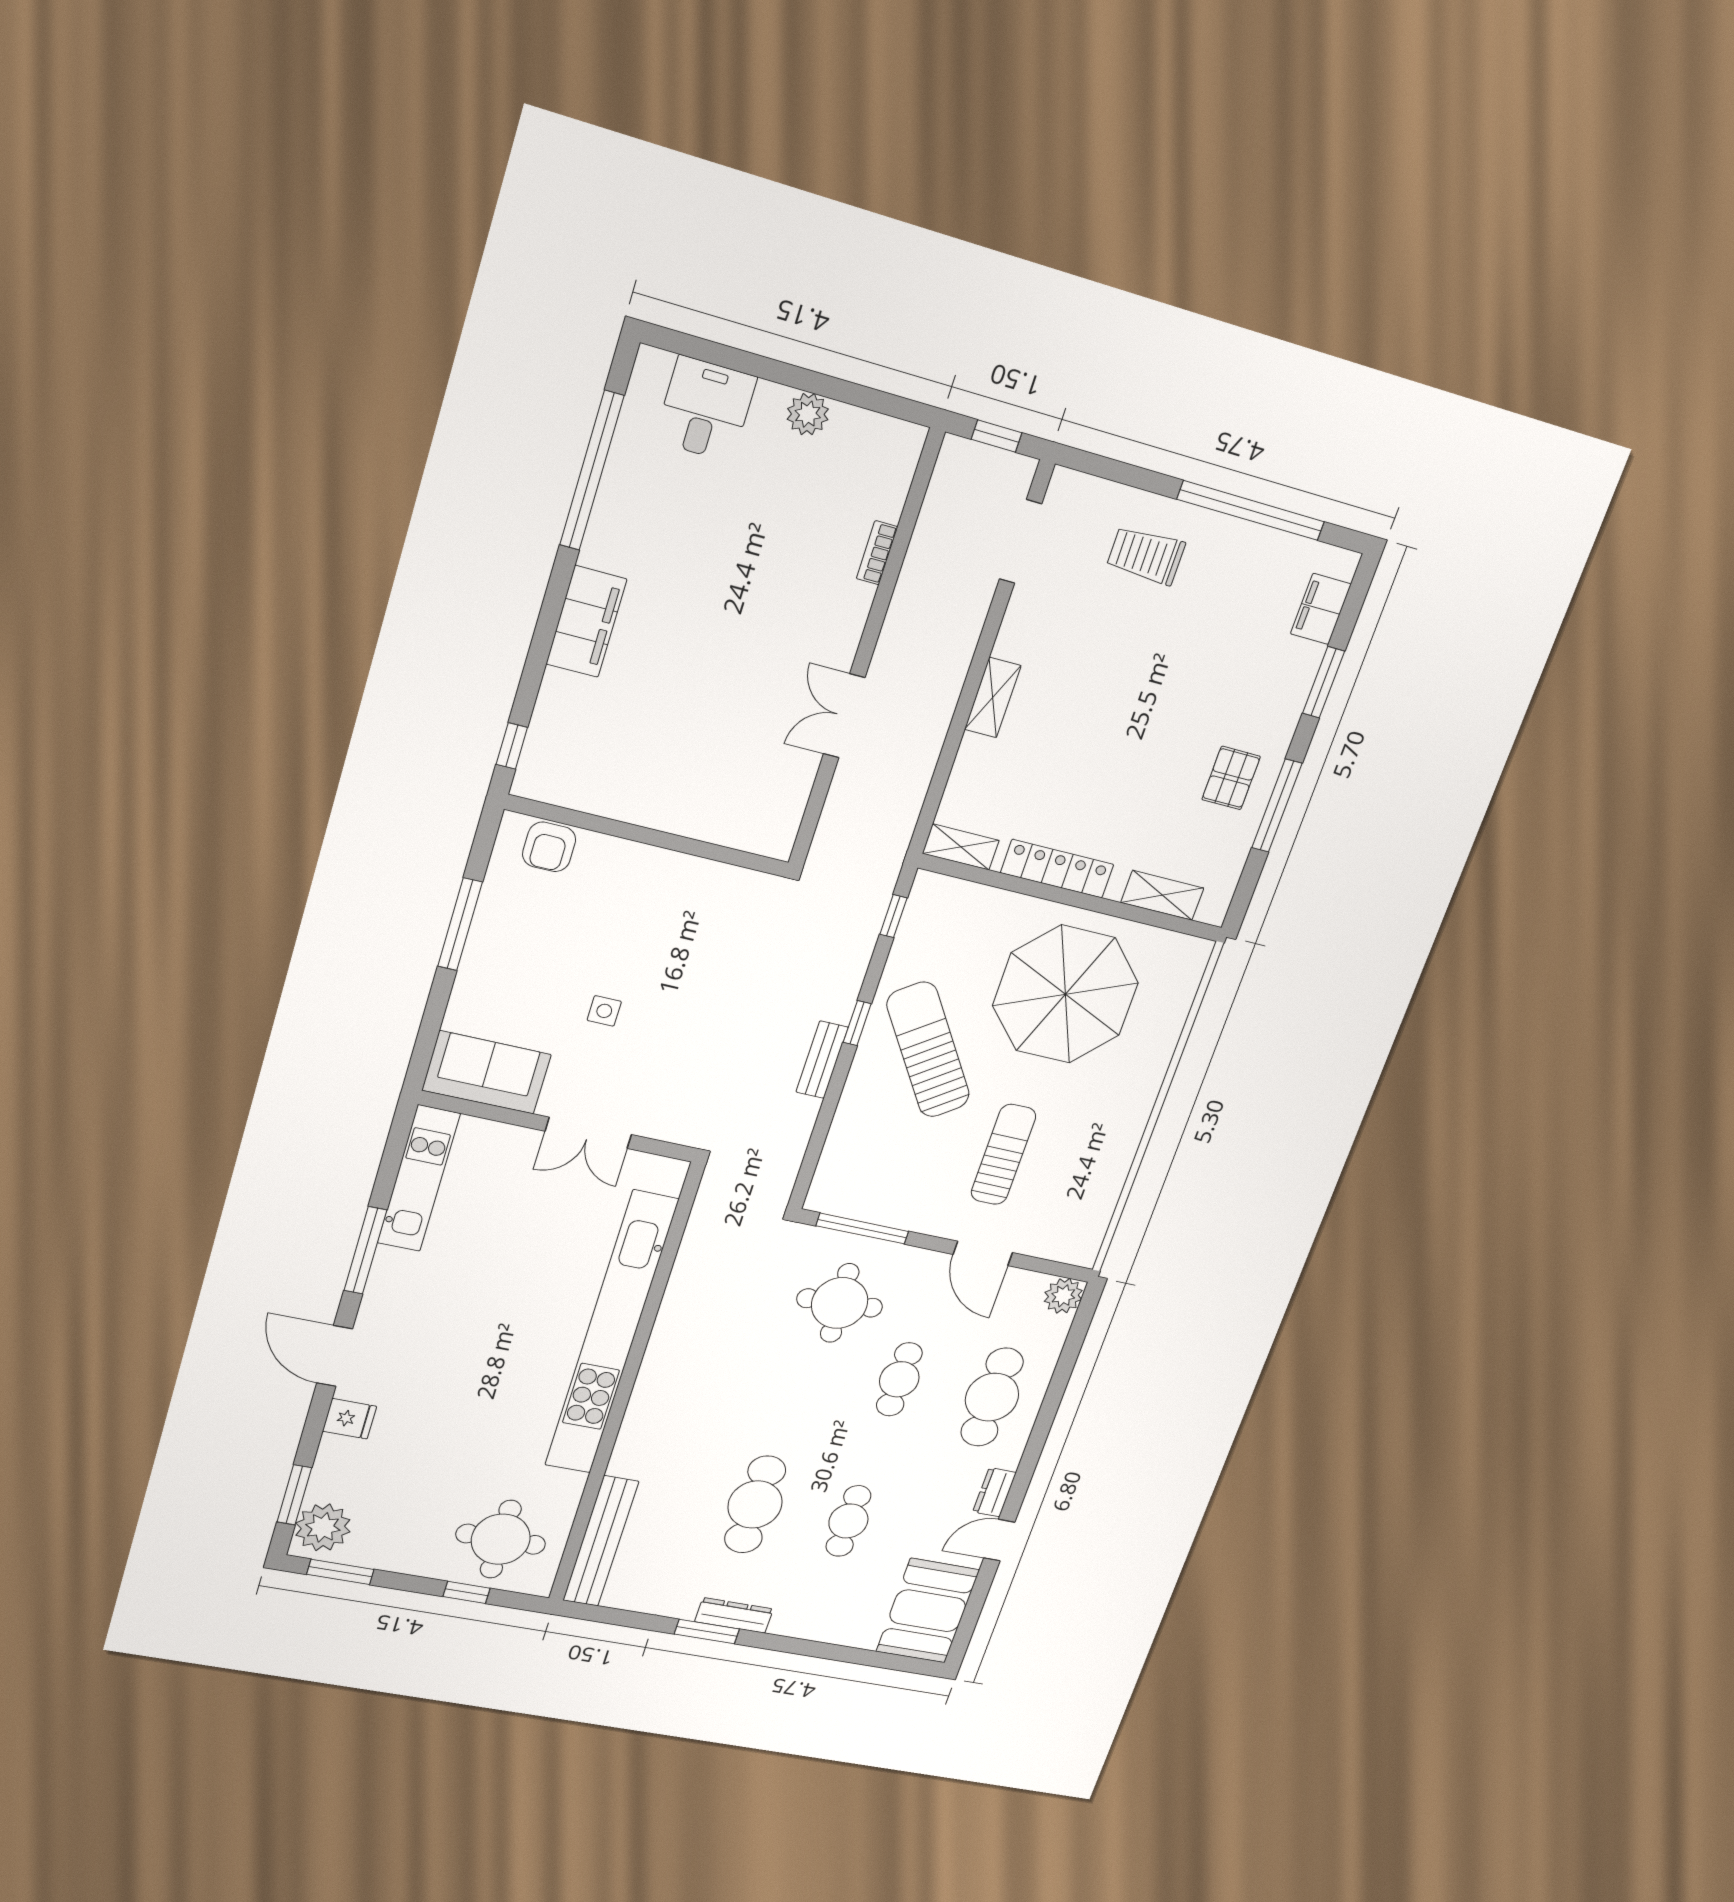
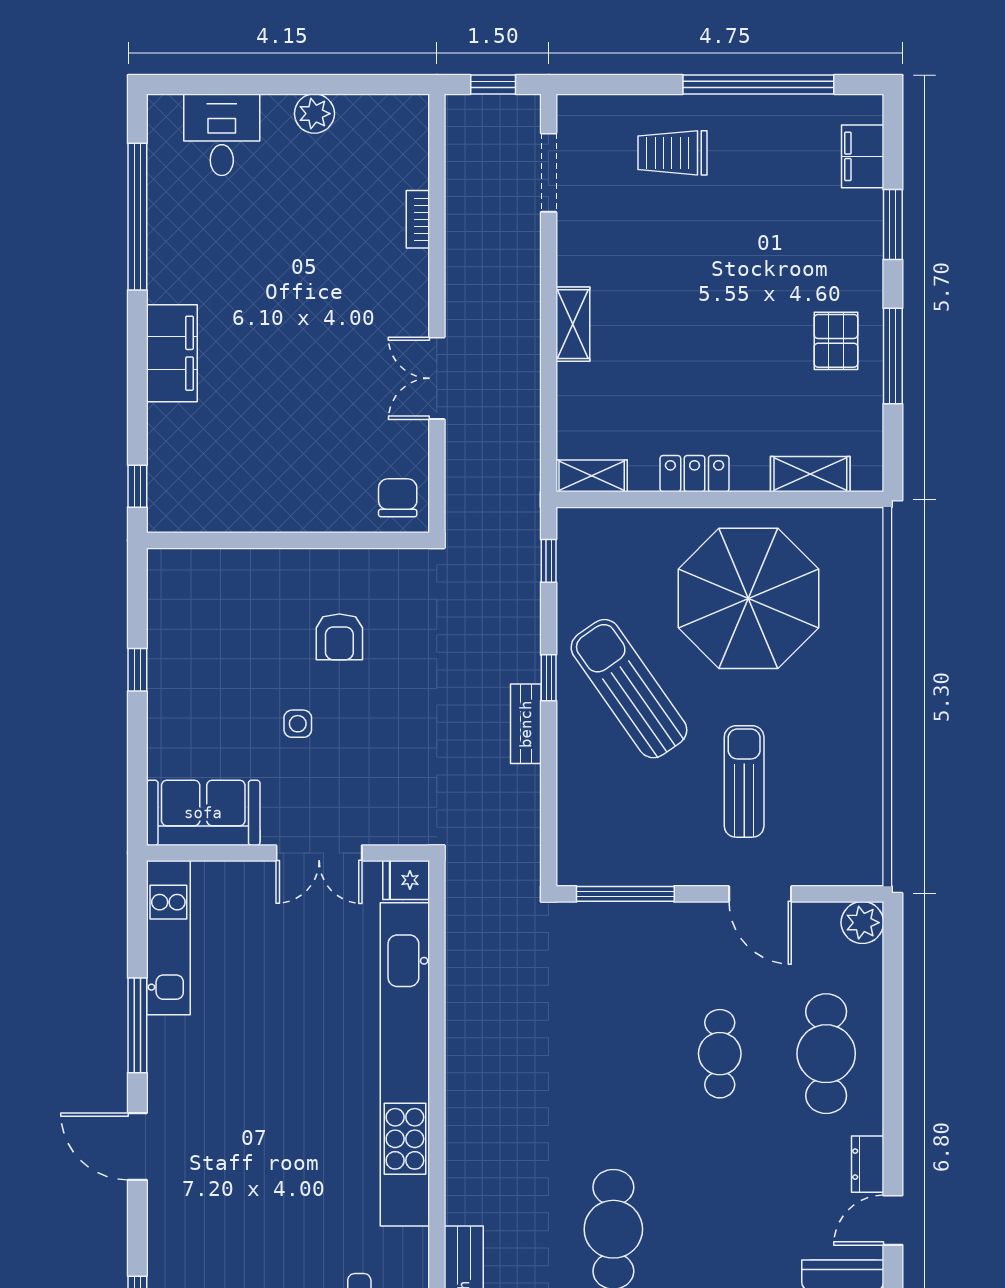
chair: (769, 822) -> (398, 498), added
armchair: (549, 847) -> (339, 637), moved
locker: (1057, 869) -> (695, 474), width x0.66
window: (460, 924) -> (137, 670), width x0.46
round table: (840, 1303) -> (629, 981), removed
fridge: (350, 1419) -> (406, 880), moved, turned 180
cafe table: (848, 1521) -> (720, 1229), removed

